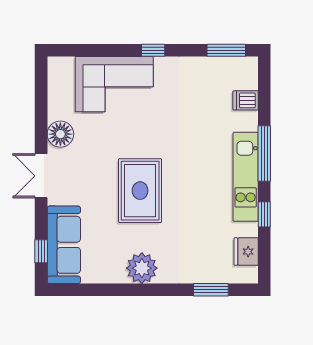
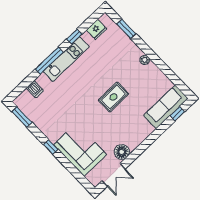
double door: (41, 176) -> (114, 175), moved
rug: (140, 191) -> (113, 97), width x0.73, depth x0.70
plant: (142, 268) -> (145, 60), width x0.53, depth x0.53

